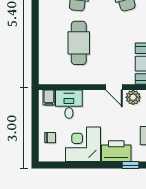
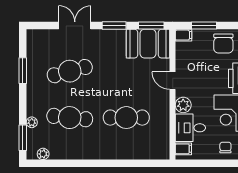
door: (114, 87) -> (173, 81), swing flipped
plant: (133, 97) -> (183, 105), moved

